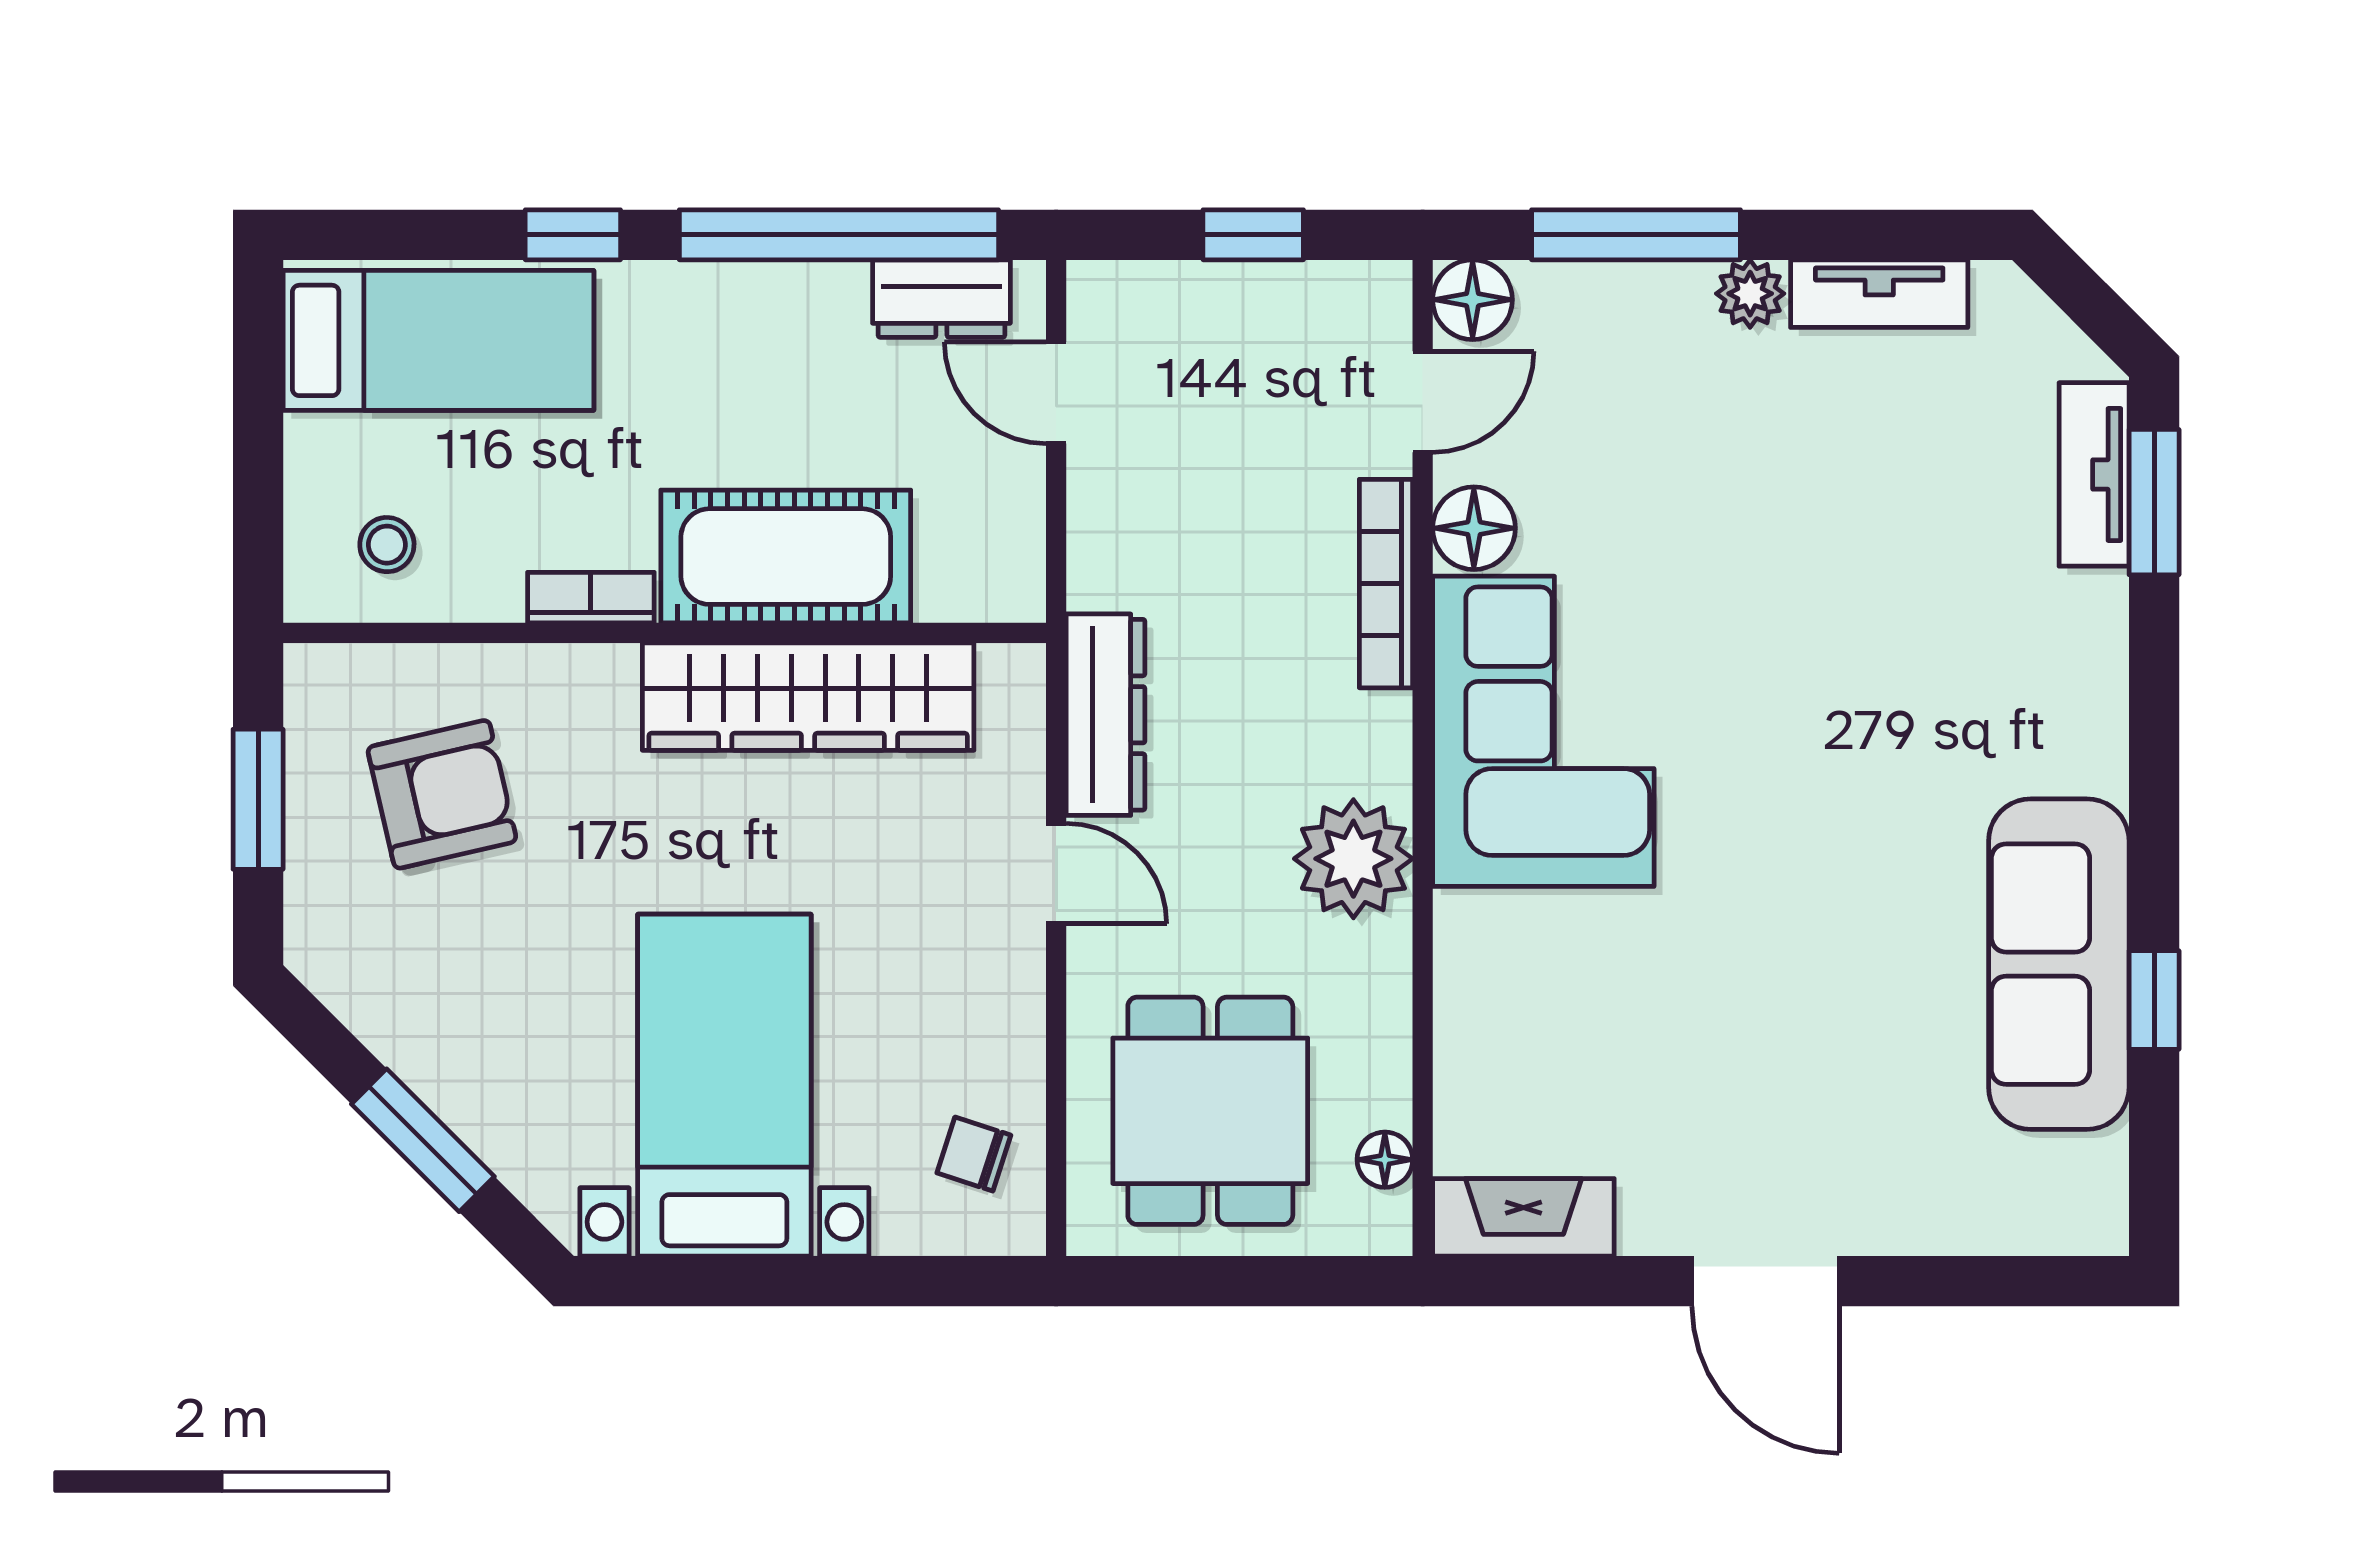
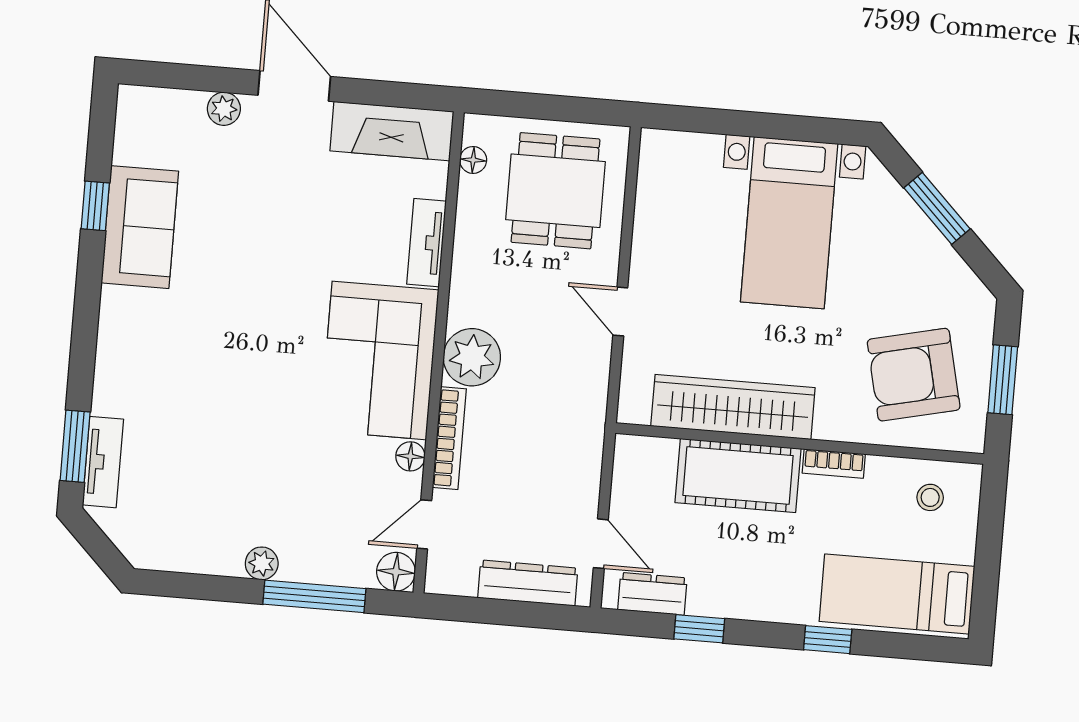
window: (839, 235) -> (699, 629), width x0.32
window: (1253, 235) -> (499, 612), removed
tv unit: (1879, 294) -> (427, 243), moved, turned -90
floor lamp: (1474, 528) -> (410, 456), width x0.73, depth x0.73
dresser: (1106, 715) -> (528, 583), moved, turned 90
armchair: (442, 794) -> (914, 375), width x1.36, depth x1.36
plant: (1353, 859) -> (472, 357), moved
sofa: (2059, 964) -> (140, 227), width x0.73
chair: (974, 1154) -> (671, 179), removed
fireplace: (1523, 1217) -> (392, 131), width x1.37, depth x1.32
plant: (1906, 1222) -> (224, 109), added

